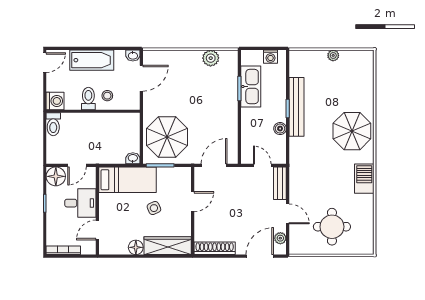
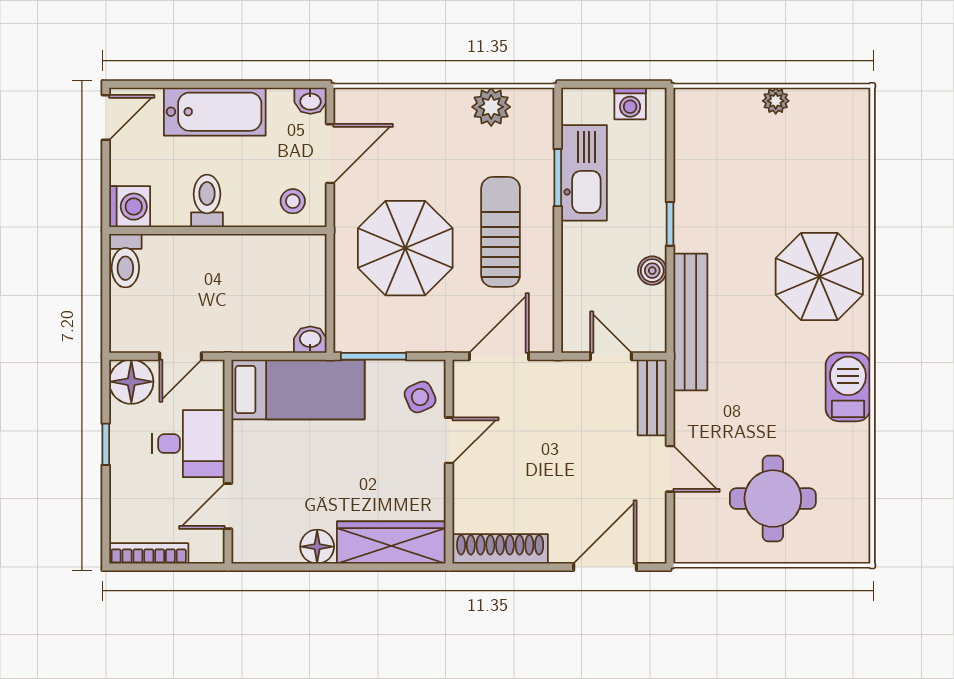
stool: (107, 96) -> (293, 201), moved
bench: (296, 107) -> (690, 322), moved
sun lounger: (215, 112) -> (501, 232), added
parasol: (167, 137) -> (405, 248), moved
side table: (154, 208) -> (420, 397), moved
plant: (280, 238) -> (653, 525), removed

